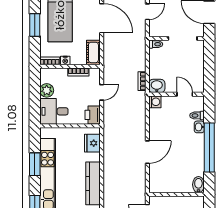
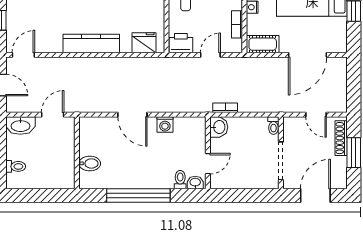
door: (102, 92) -> (210, 55), swing flipped
washing machine: (155, 102) -> (165, 125), moved
washbasin: (199, 127) -> (195, 183), moved
bidet: (198, 185) -> (90, 163), moved

